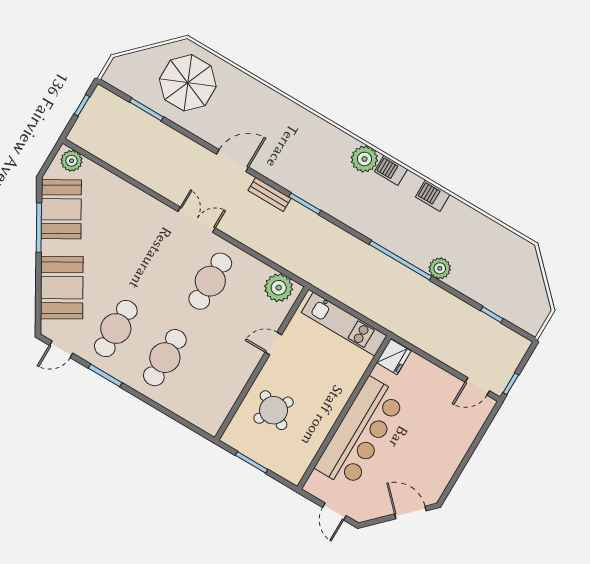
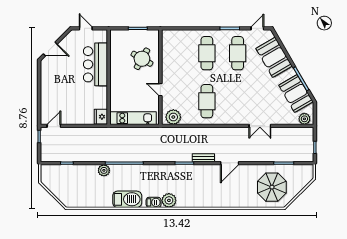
barbecue: (433, 196) -> (127, 199), width x1.88, depth x1.53
double door: (196, 220) -> (260, 126), moved
door: (273, 344) -> (160, 90), swing flipped
bar counter: (360, 433) -> (95, 64), width x0.73

